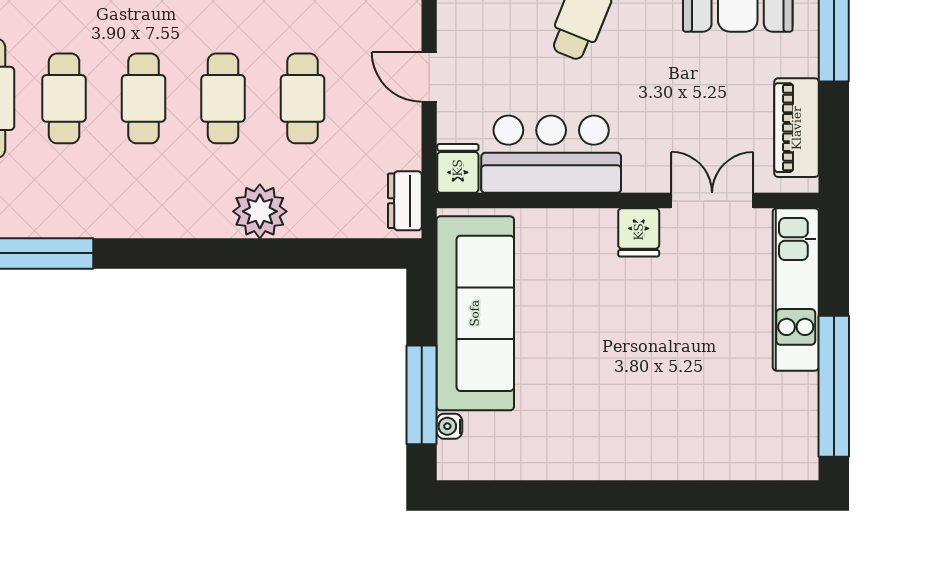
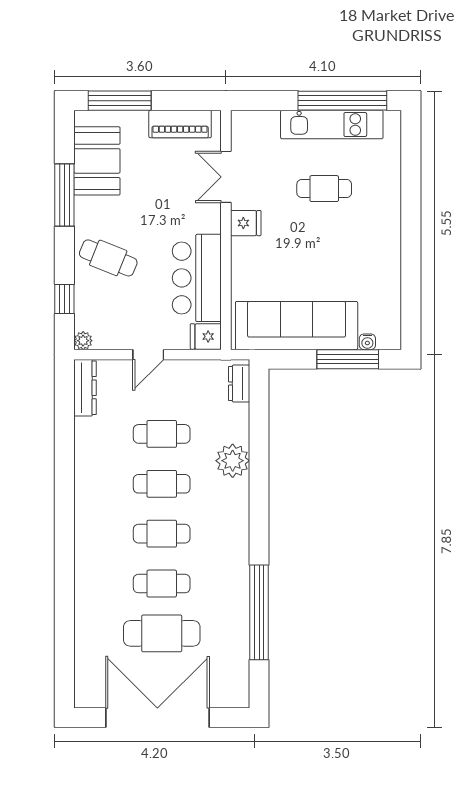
dresser: (405, 201) -> (239, 383), moved, turned 90
kitchen unit: (796, 289) -> (332, 125), moved
cafe table: (694, 357) -> (324, 189), added

